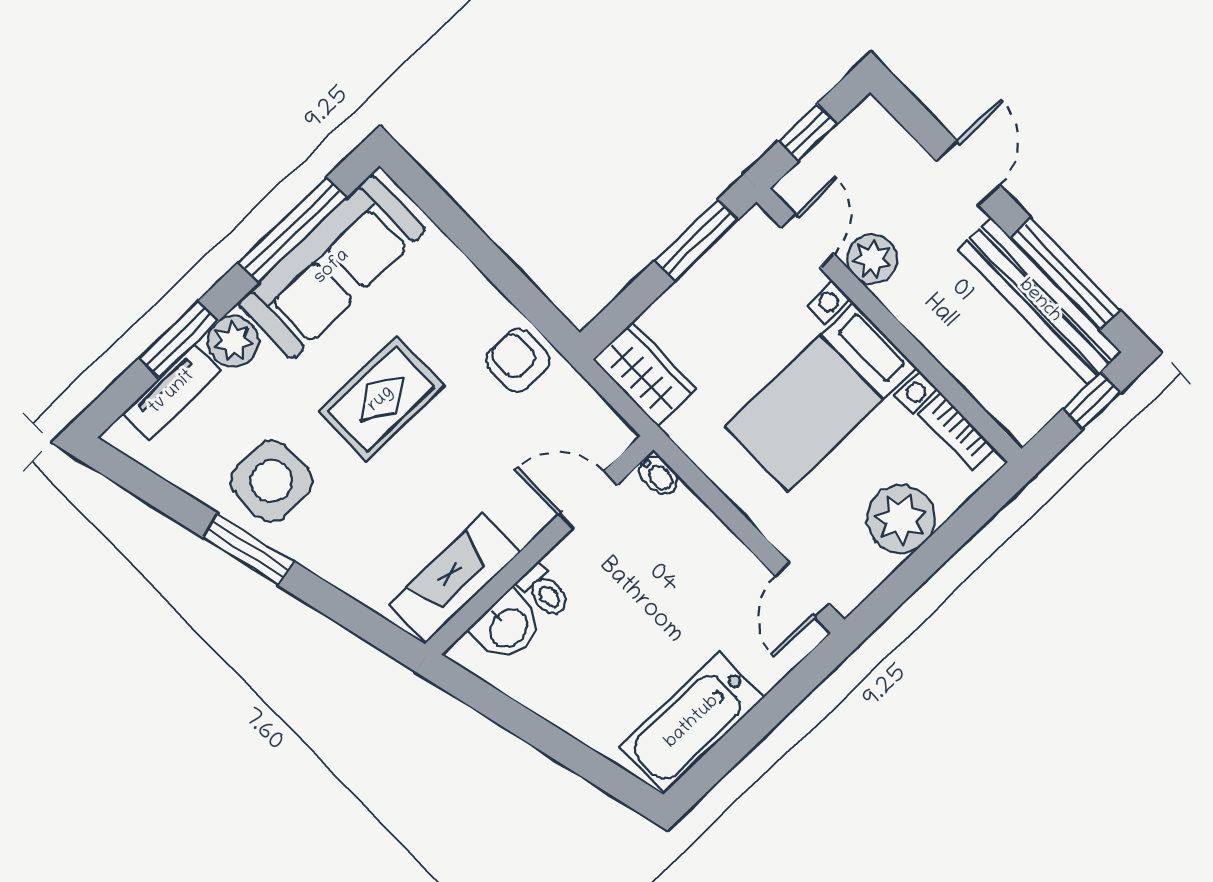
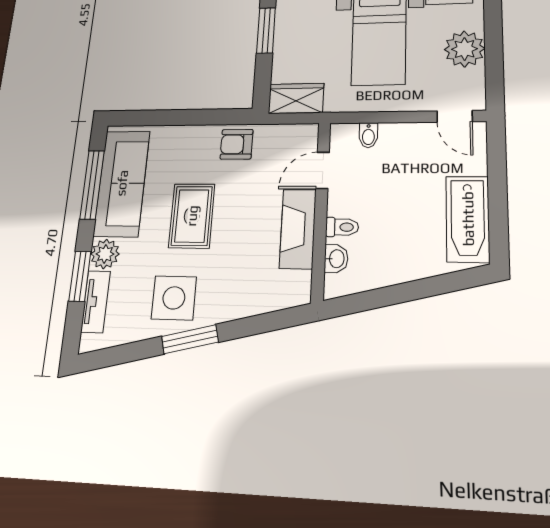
bidet: (658, 475) -> (368, 135), moved, turned 90
fireplace: (455, 578) -> (298, 229), moved
washbasin: (508, 627) -> (336, 259), width x0.72, depth x0.69

